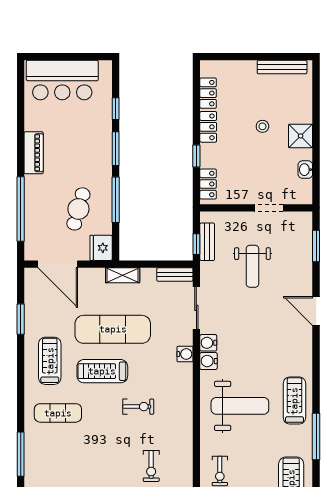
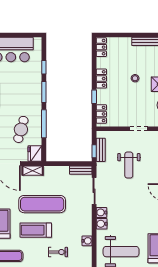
locker: (208, 93) -> (101, 47), moved
shelving: (123, 275) -> (33, 171), moved
water cooler: (185, 354) -> (87, 241), moved

